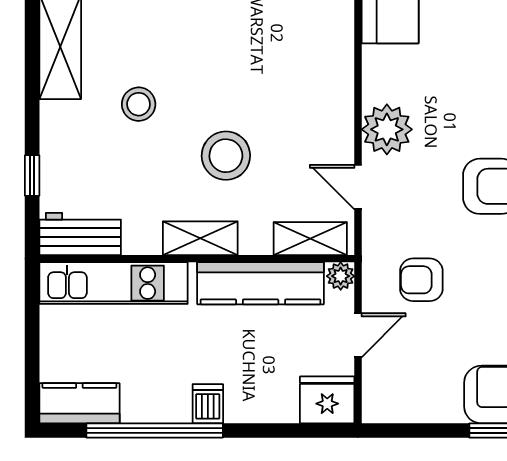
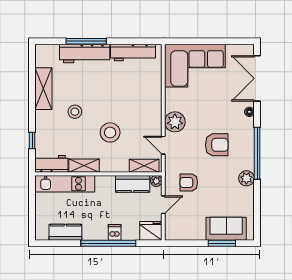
shelving: (200, 238) -> (84, 166), moved
kitchen counter: (261, 283) -> (133, 184), width x0.67
kitchen counter: (79, 403) -> (65, 232), moved
dishwasher: (208, 404) -> (115, 232), moved
window: (155, 430) -> (108, 243), moved

